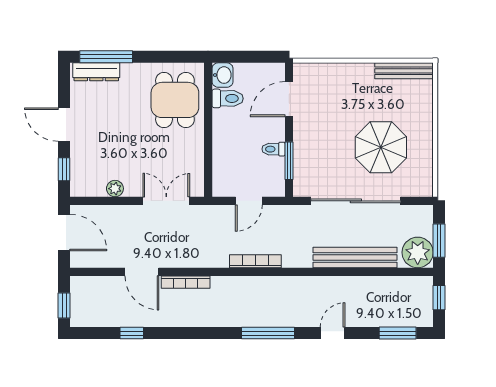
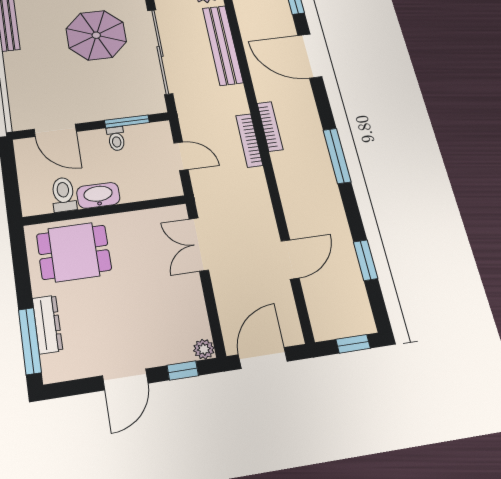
dresser: (96, 72) -> (47, 324), moved
washbasin: (223, 75) -> (98, 195), moved, width x1.38
plant: (115, 189) -> (204, 349), moved
bookcase: (186, 282) -> (270, 126), moved
window: (132, 333) -> (365, 260), width x1.50
window: (268, 333) -> (337, 156), moved
door: (333, 333) -> (310, 56), width x1.87

